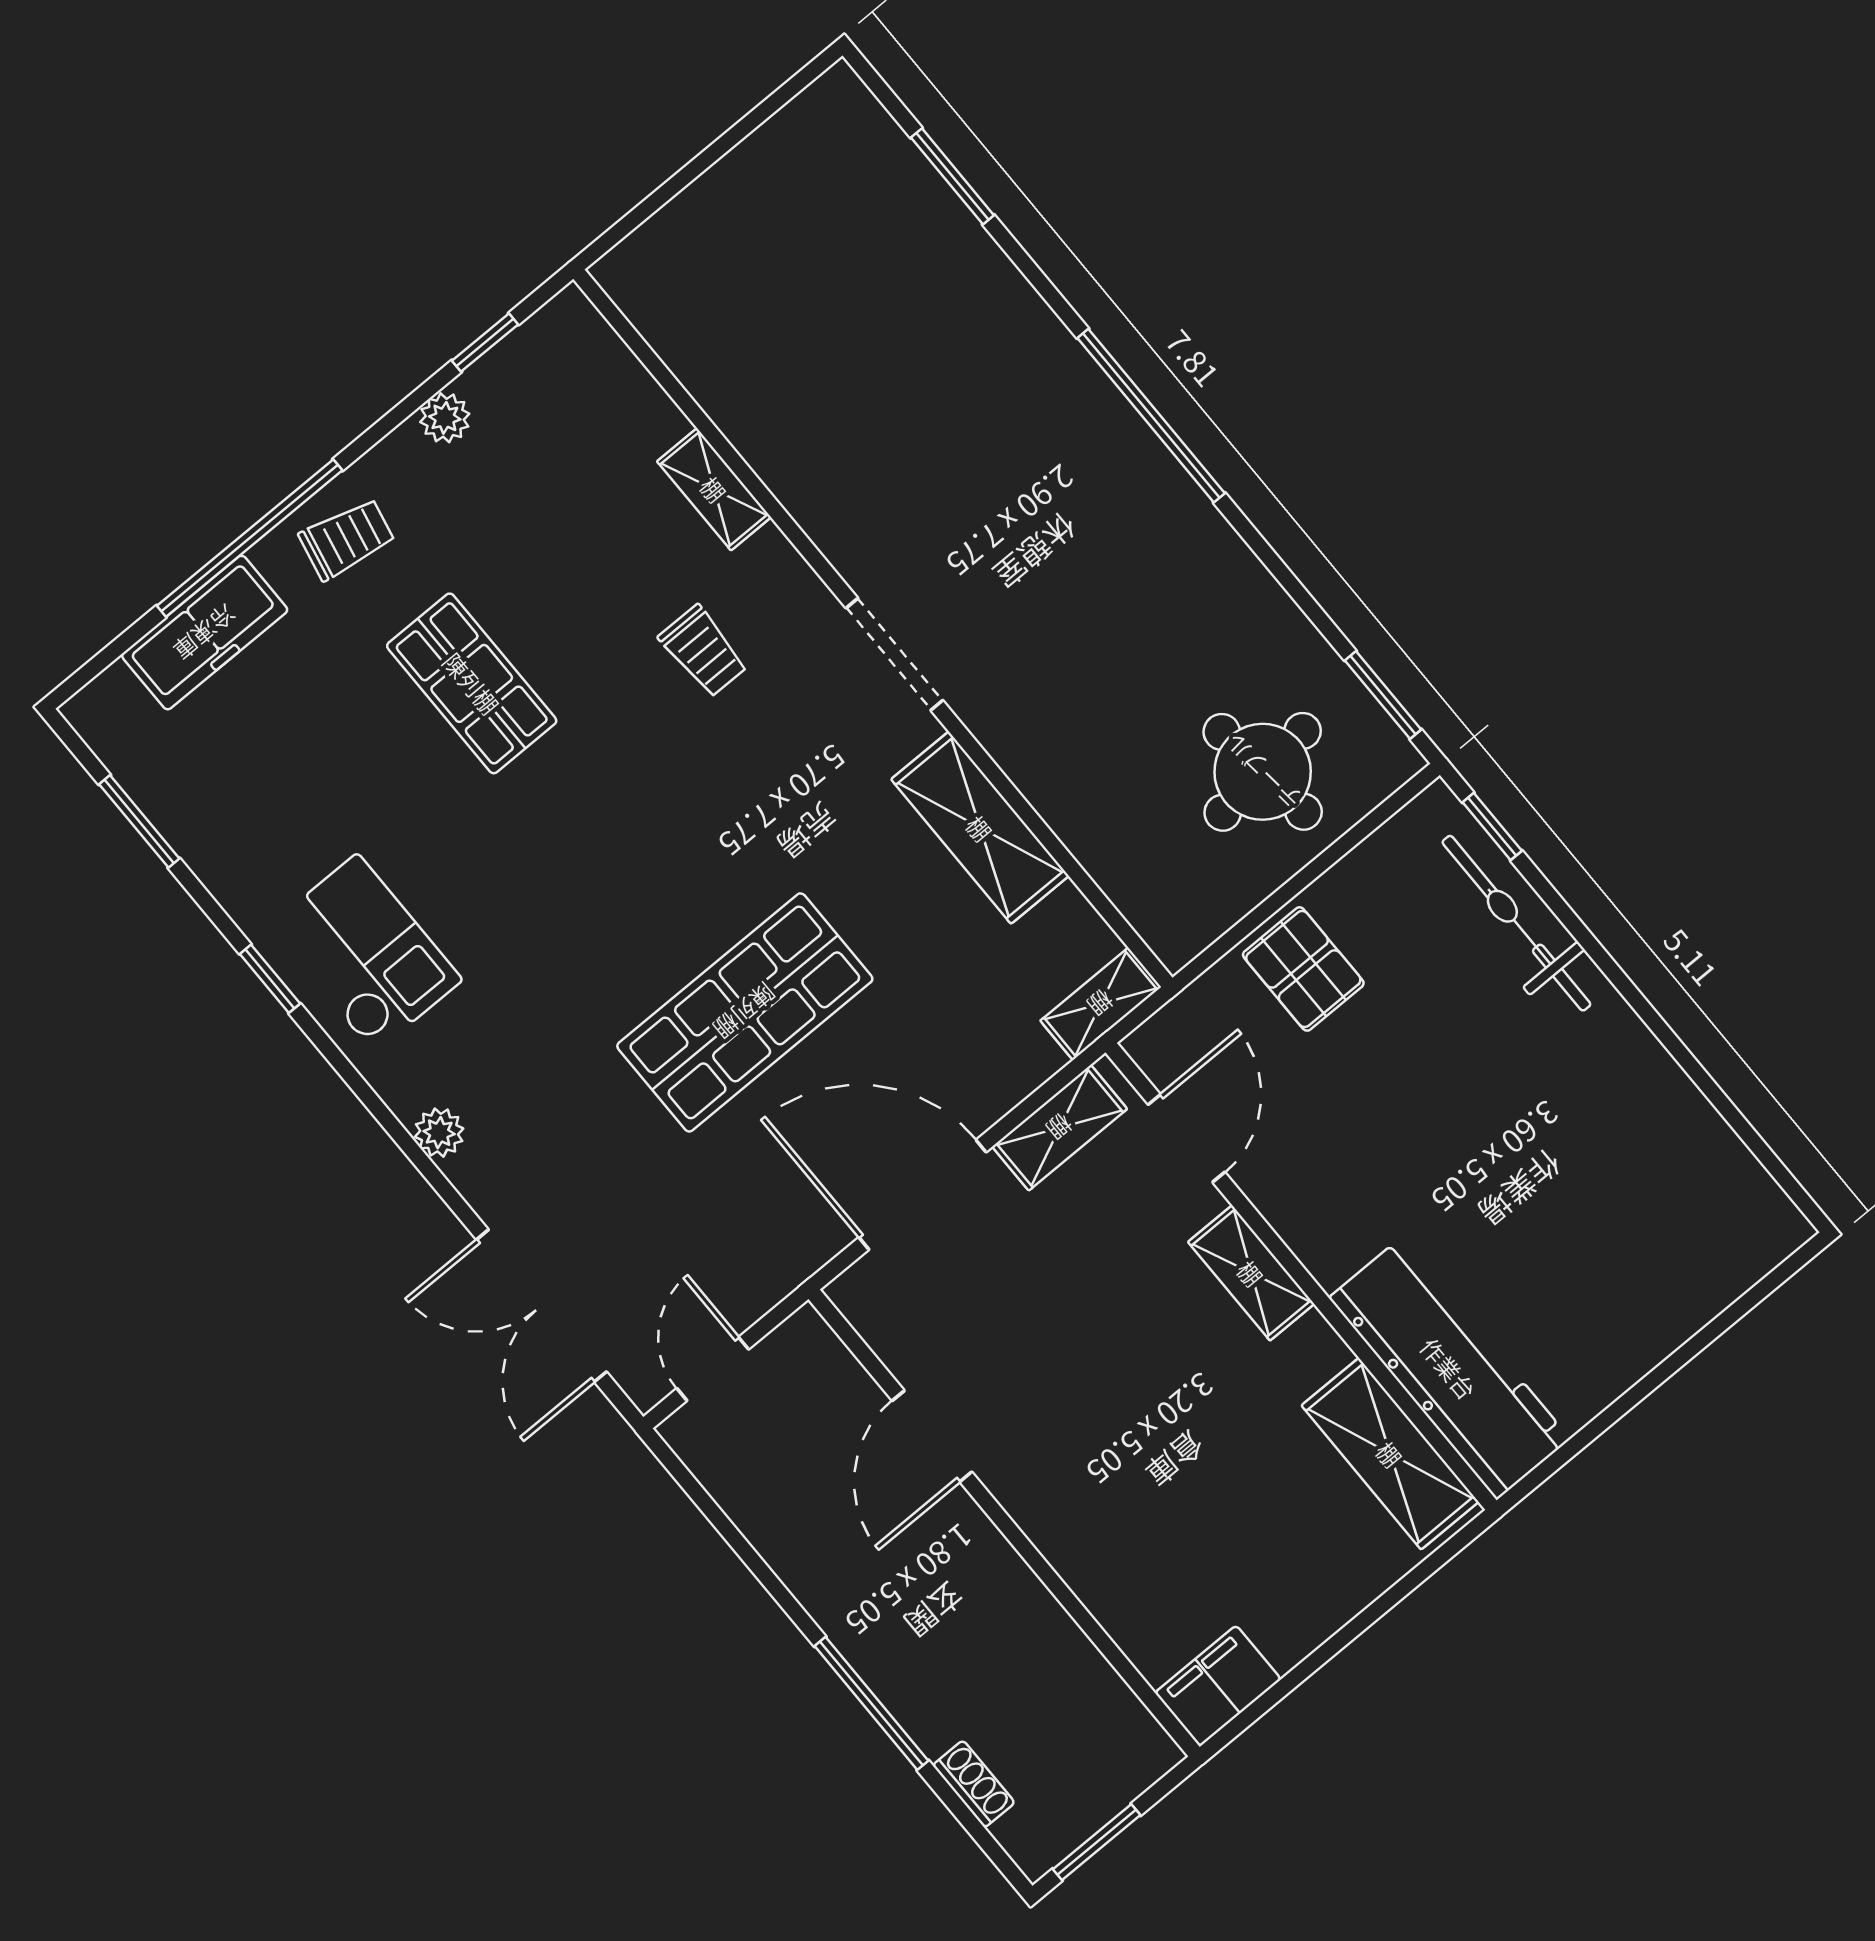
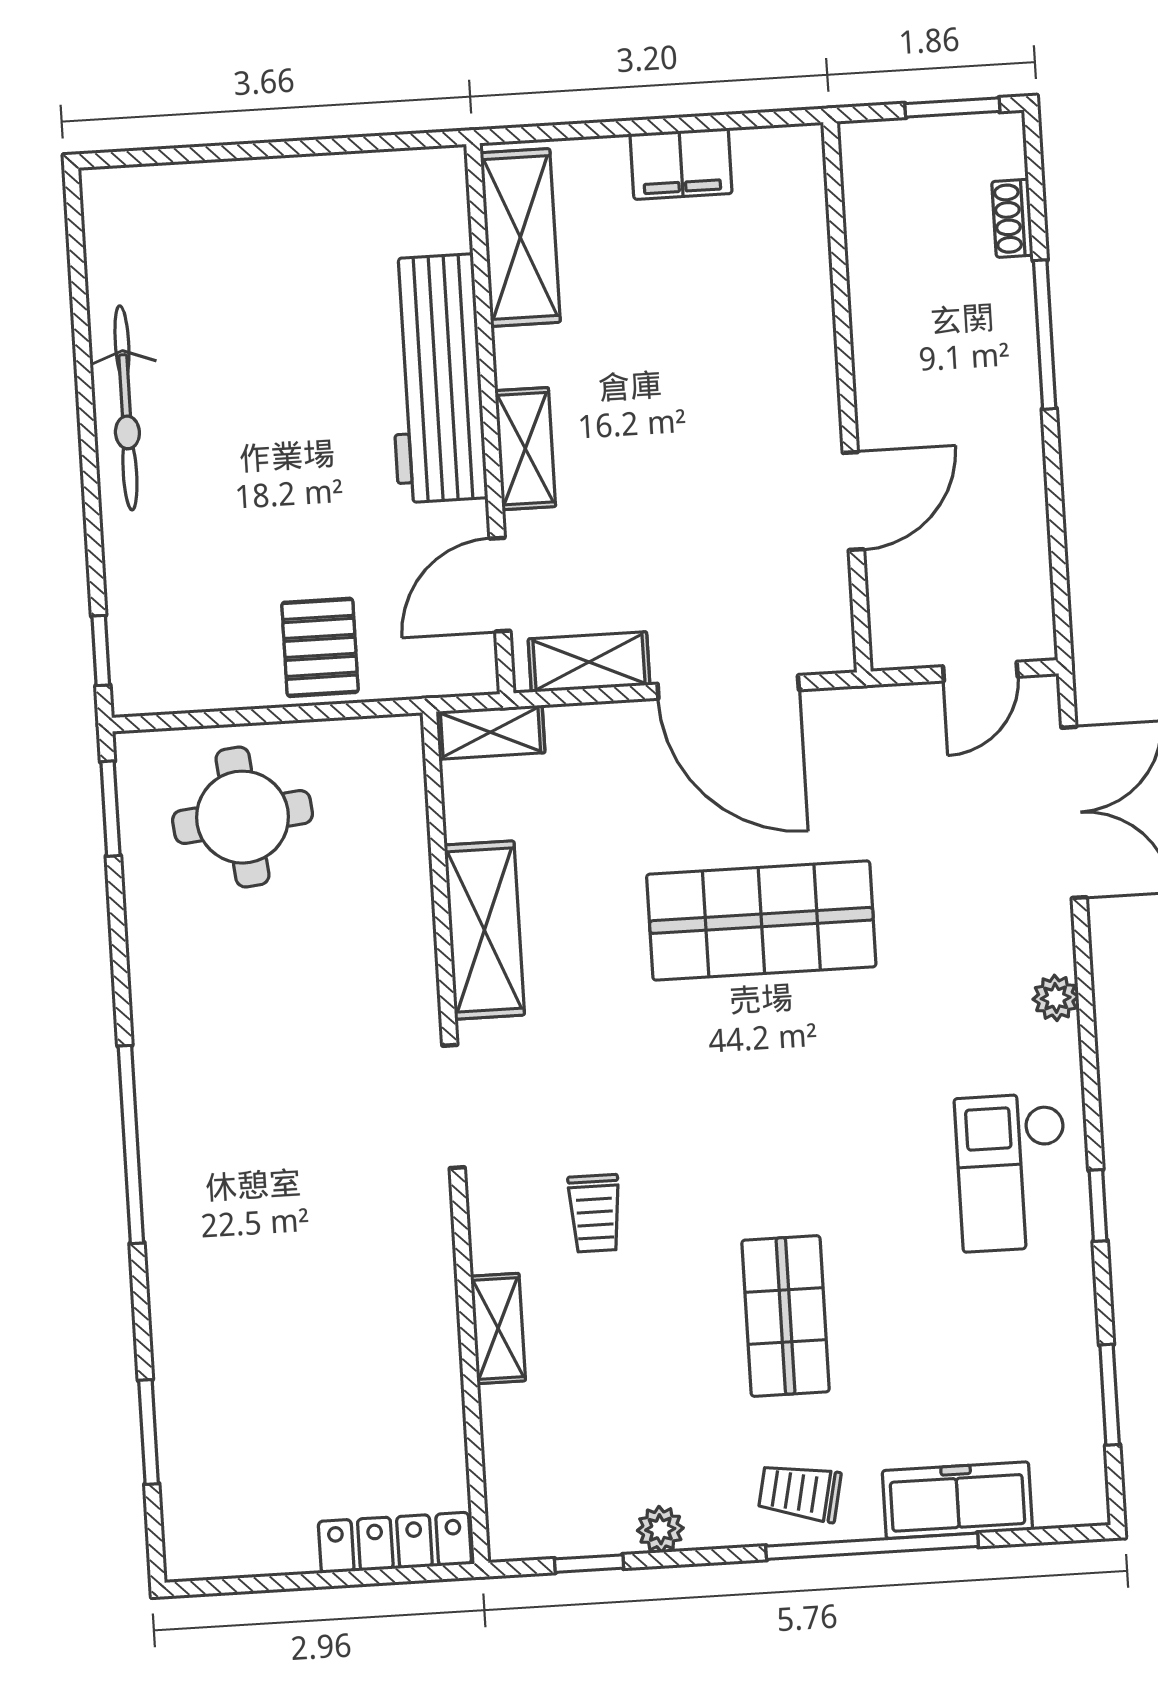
locker: (667, 237) -> (395, 1543), added
trolley: (703, 651) -> (595, 1213), turned 180
bicycle: (1516, 923) -> (126, 408), moved
workbench: (1449, 1368) -> (436, 378), moved
filing cabinet: (1218, 1686) -> (681, 164), moved

